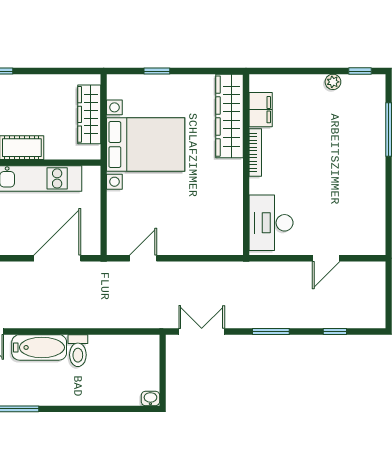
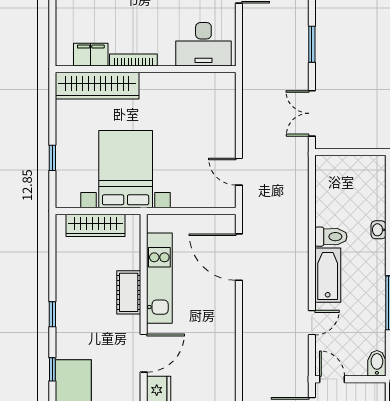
washbasin: (150, 398) -> (378, 230), moved

